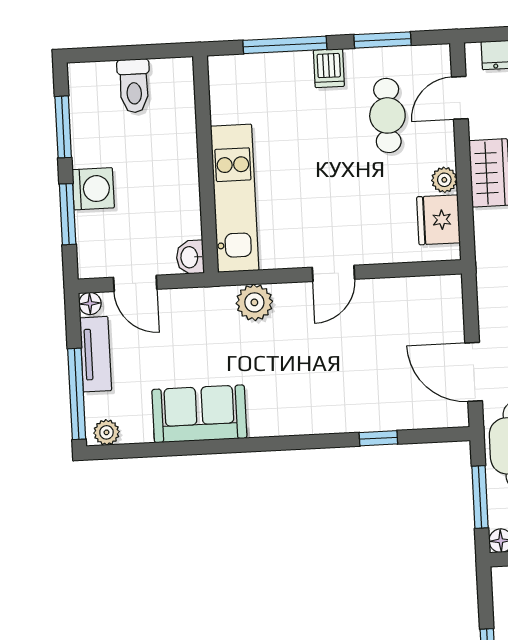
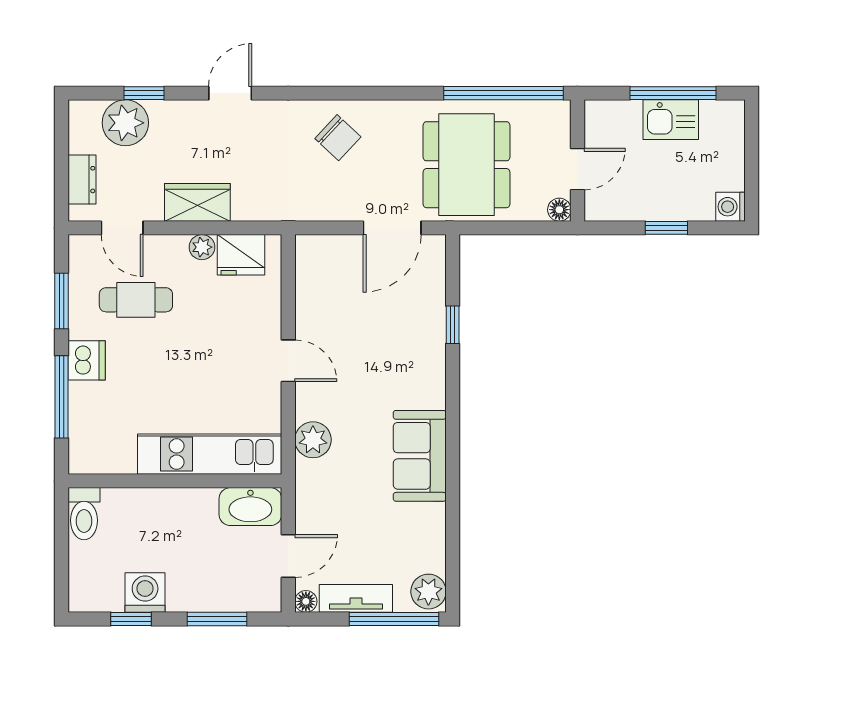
dishwasher: (329, 68) -> (87, 360), width x1.38
toilet: (134, 86) -> (84, 514), moved, turned 90
window: (63, 127) -> (131, 619), width x0.67
washing machine: (93, 189) -> (145, 593), moved
washbasin: (190, 257) -> (250, 507), width x1.91, depth x1.45
sofa: (199, 414) -> (420, 456), moved
plant: (106, 432) -> (428, 592), width x1.38, depth x1.38
window: (480, 497) -> (515, 228), removed

